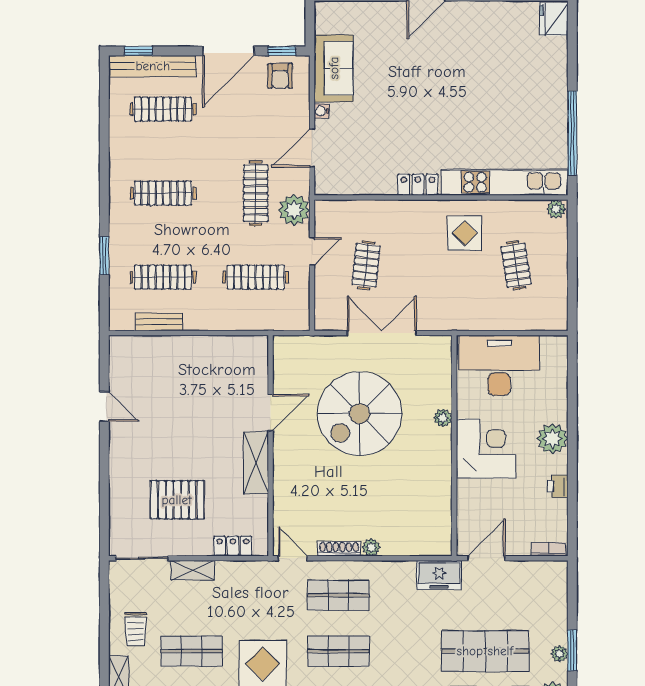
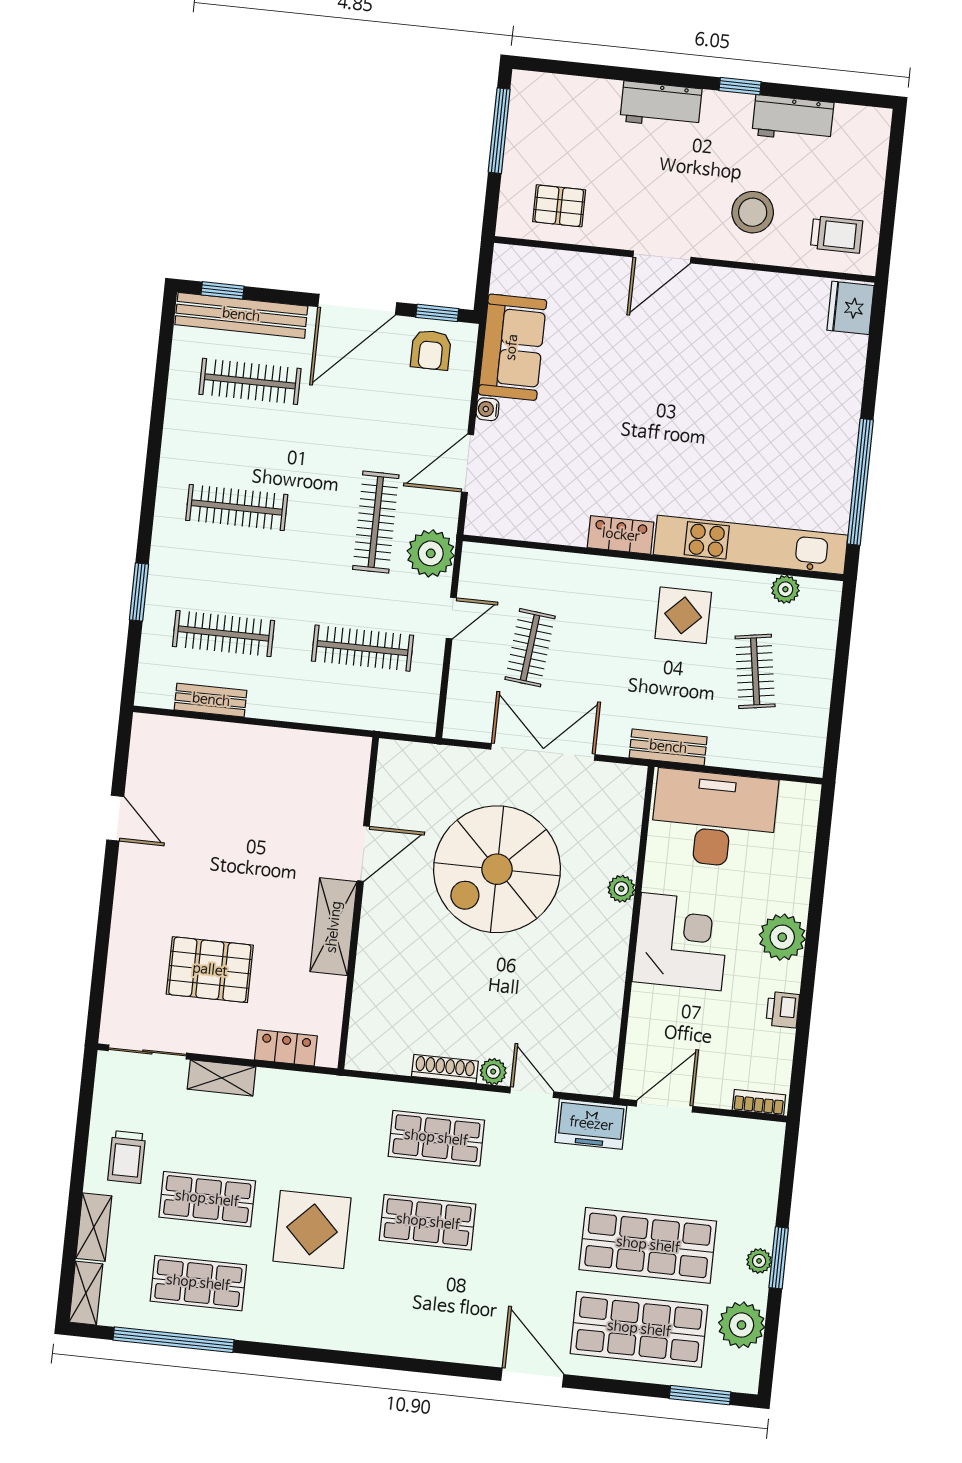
plant: (556, 209) -> (785, 589), moved
bench: (464, 321) -> (668, 747), added
door: (293, 558) -> (532, 1092), moved

